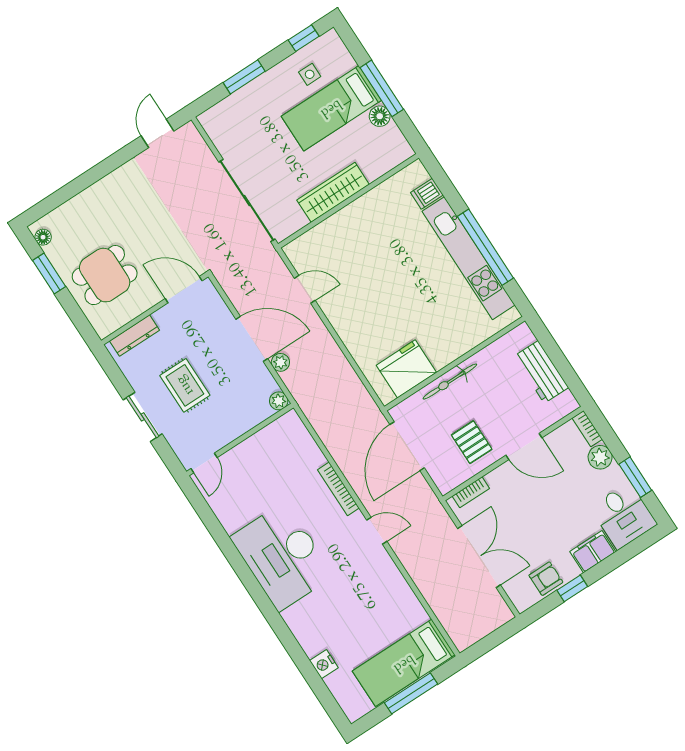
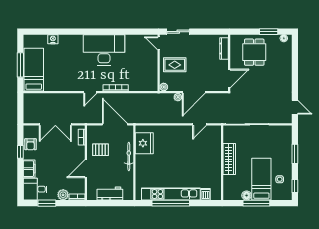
rug: (185, 385) -> (175, 65), moved
sliding door: (143, 417) -> (178, 32), moved

